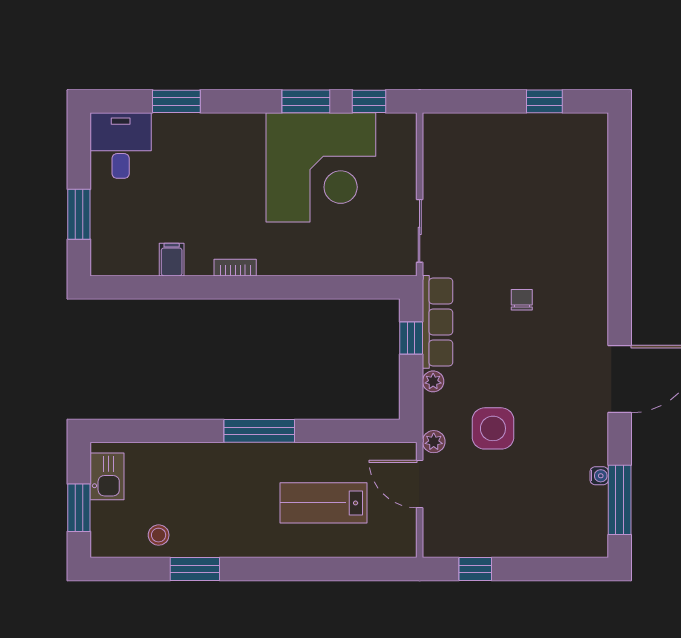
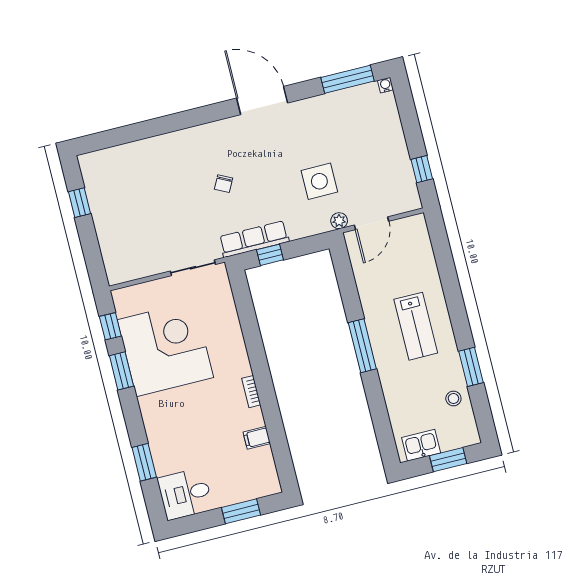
chair: (522, 300) -> (224, 184), turned -63
plant: (433, 381) -> (297, 232), removed
water cooler: (599, 476) -> (385, 85), moved
lab bench: (323, 503) -> (416, 326), moved

